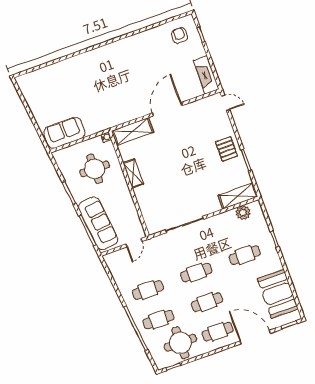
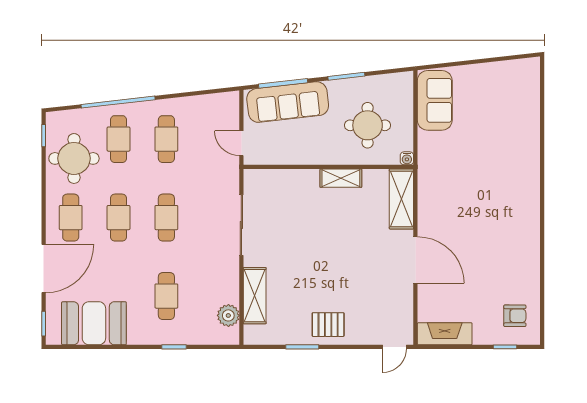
shelving: (238, 196) -> (255, 296), moved

